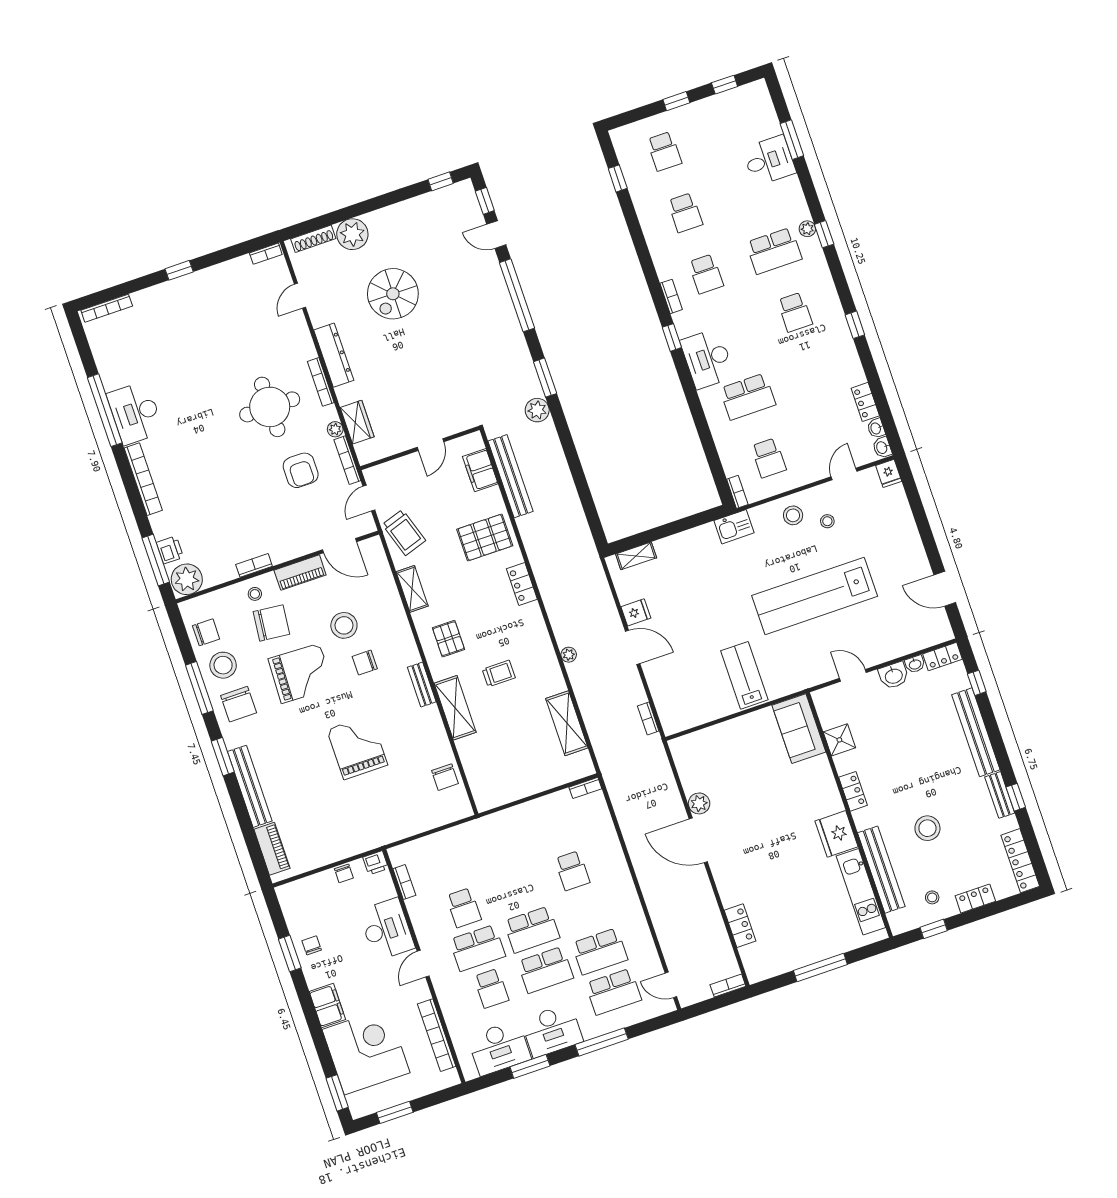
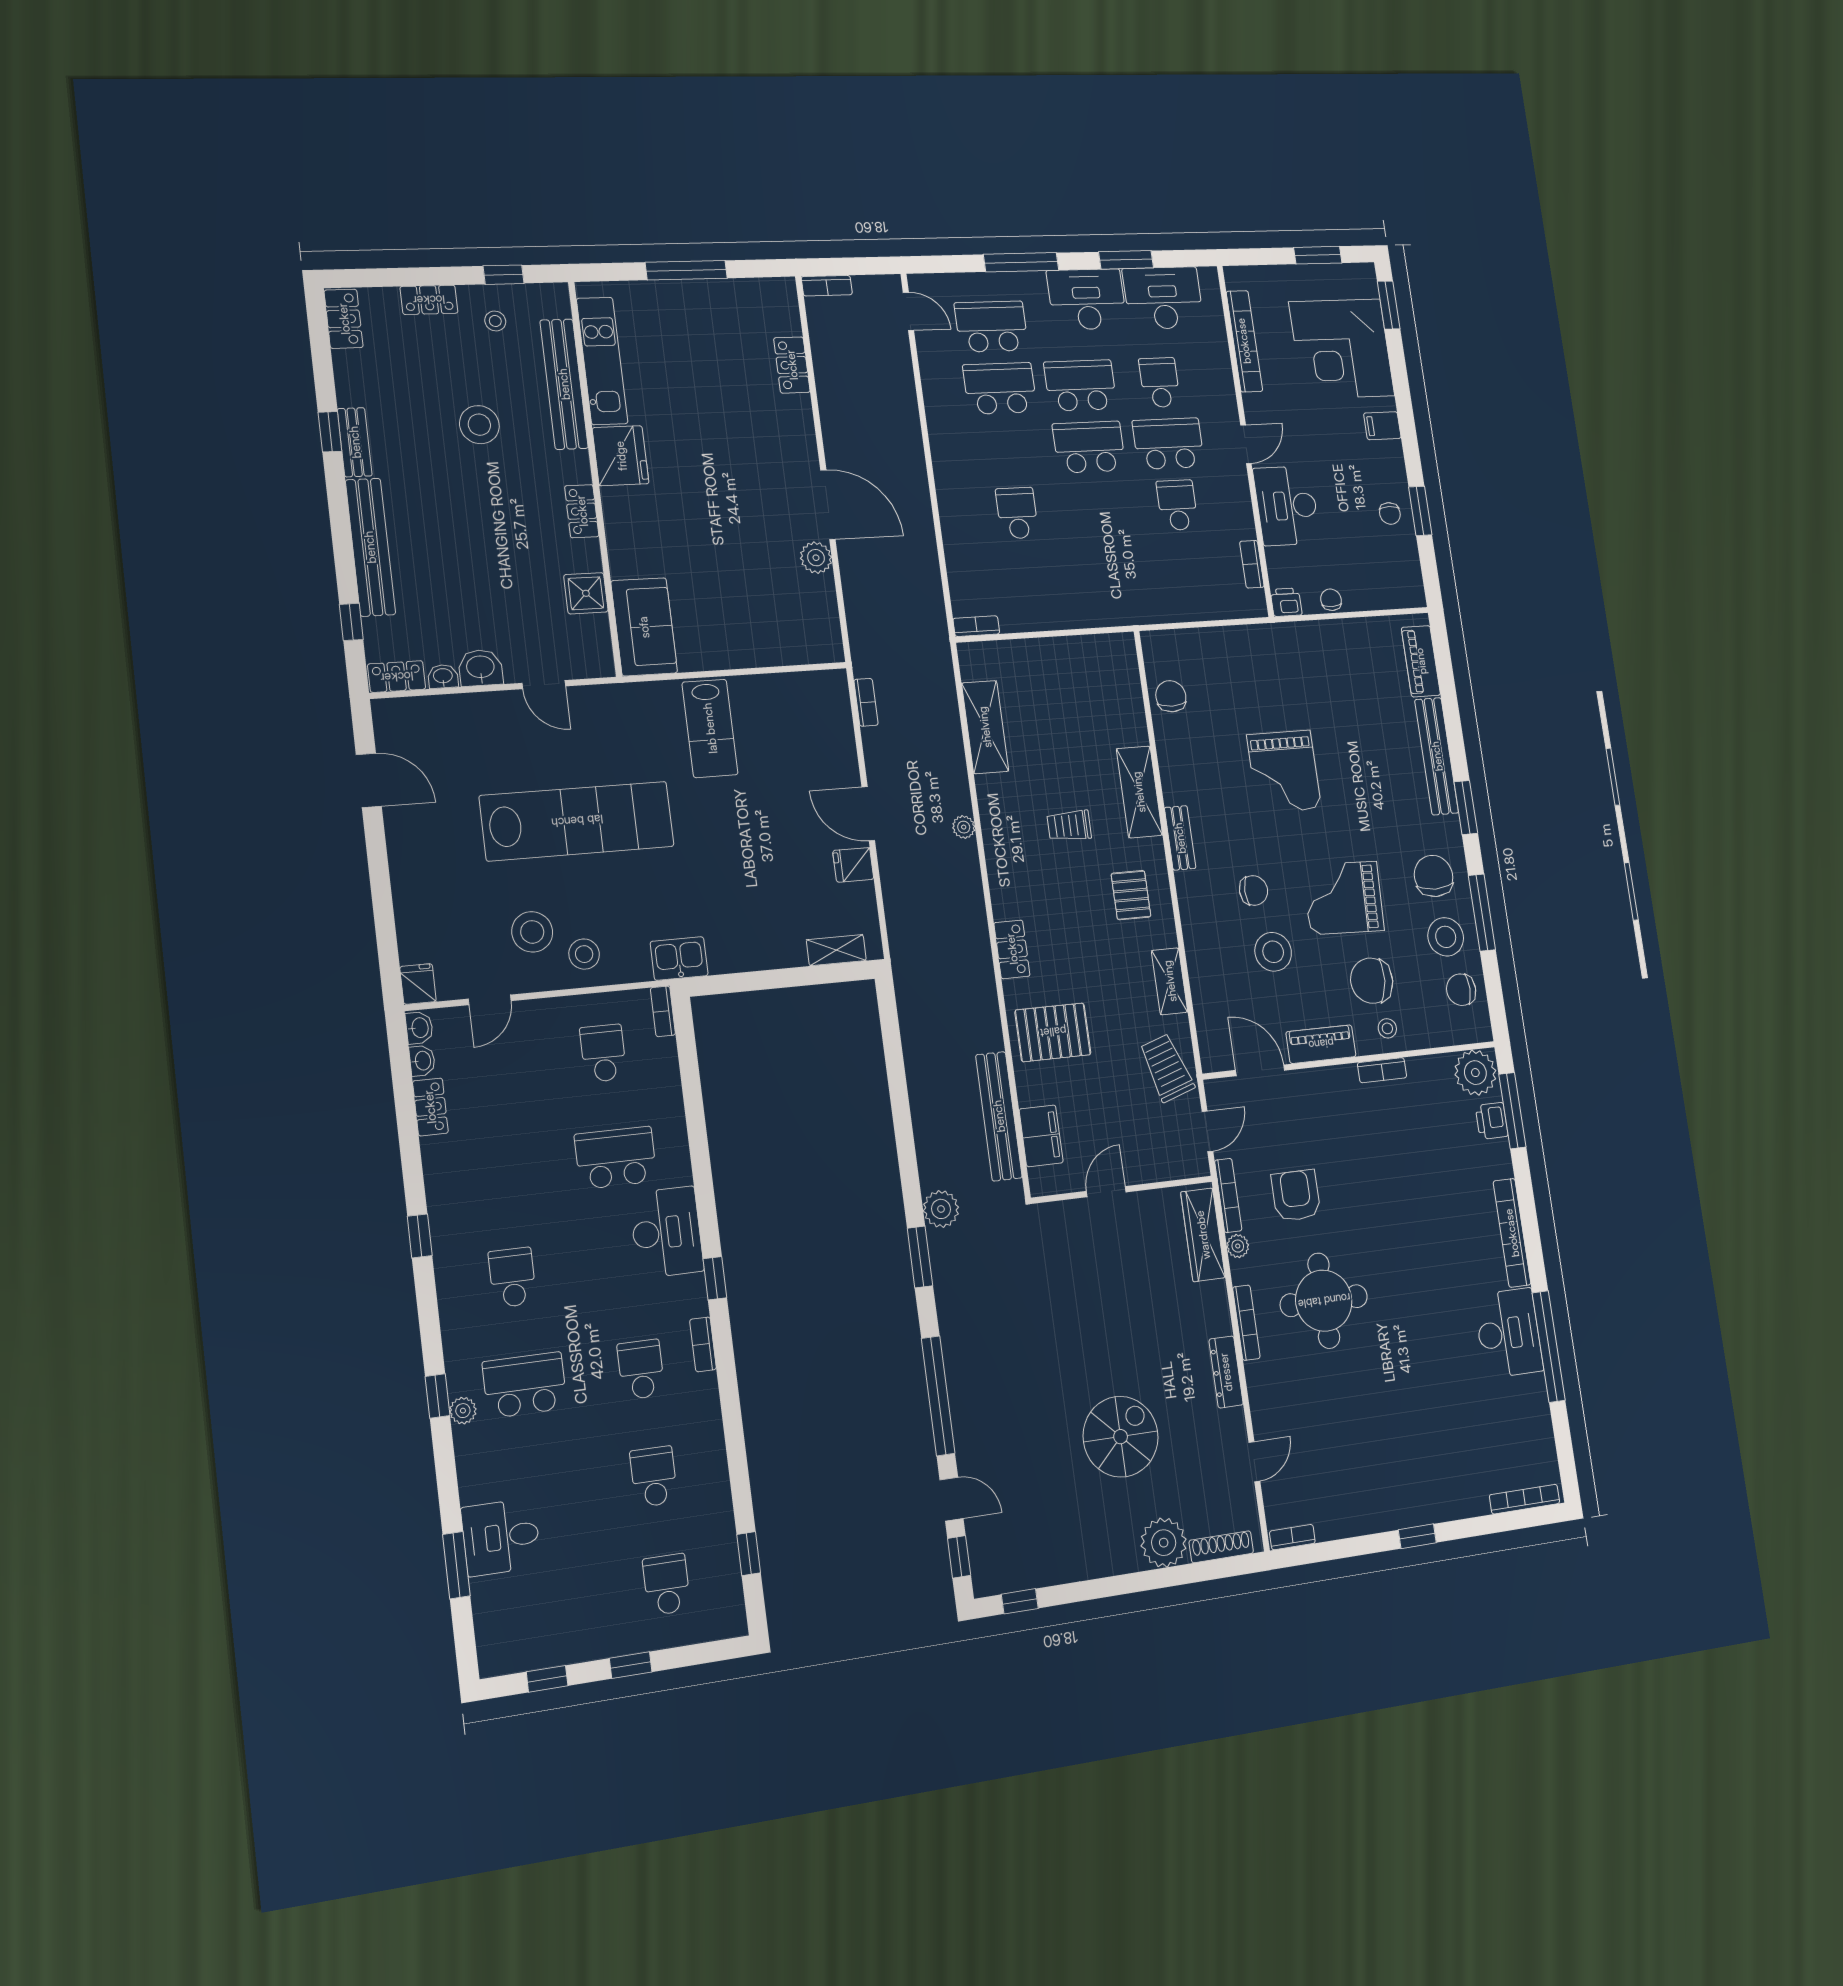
dresser: (334, 355) -> (1226, 1372), width x0.73, depth x0.80
wardrobe: (357, 422) -> (1203, 1235), width x1.50
stool: (827, 521) -> (532, 932), width x1.89, depth x1.89
locker: (1020, 861) -> (344, 319), width x0.66
filing cabinet: (327, 1006) -> (1382, 426), width x0.50

